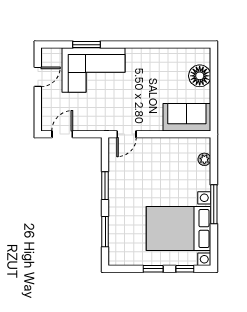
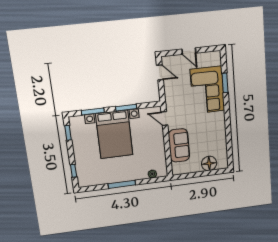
door: (38, 77) -> (189, 51), moved
sofa: (187, 117) -> (179, 145), moved
bed with nightstands: (179, 229) -> (114, 134), moved, turned 180
window: (153, 269) -> (68, 133), moved

